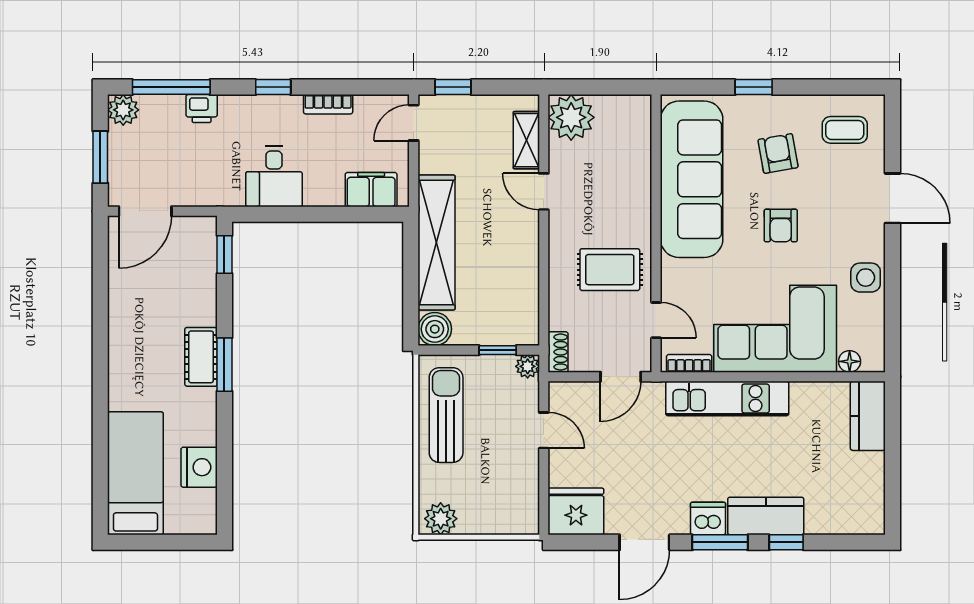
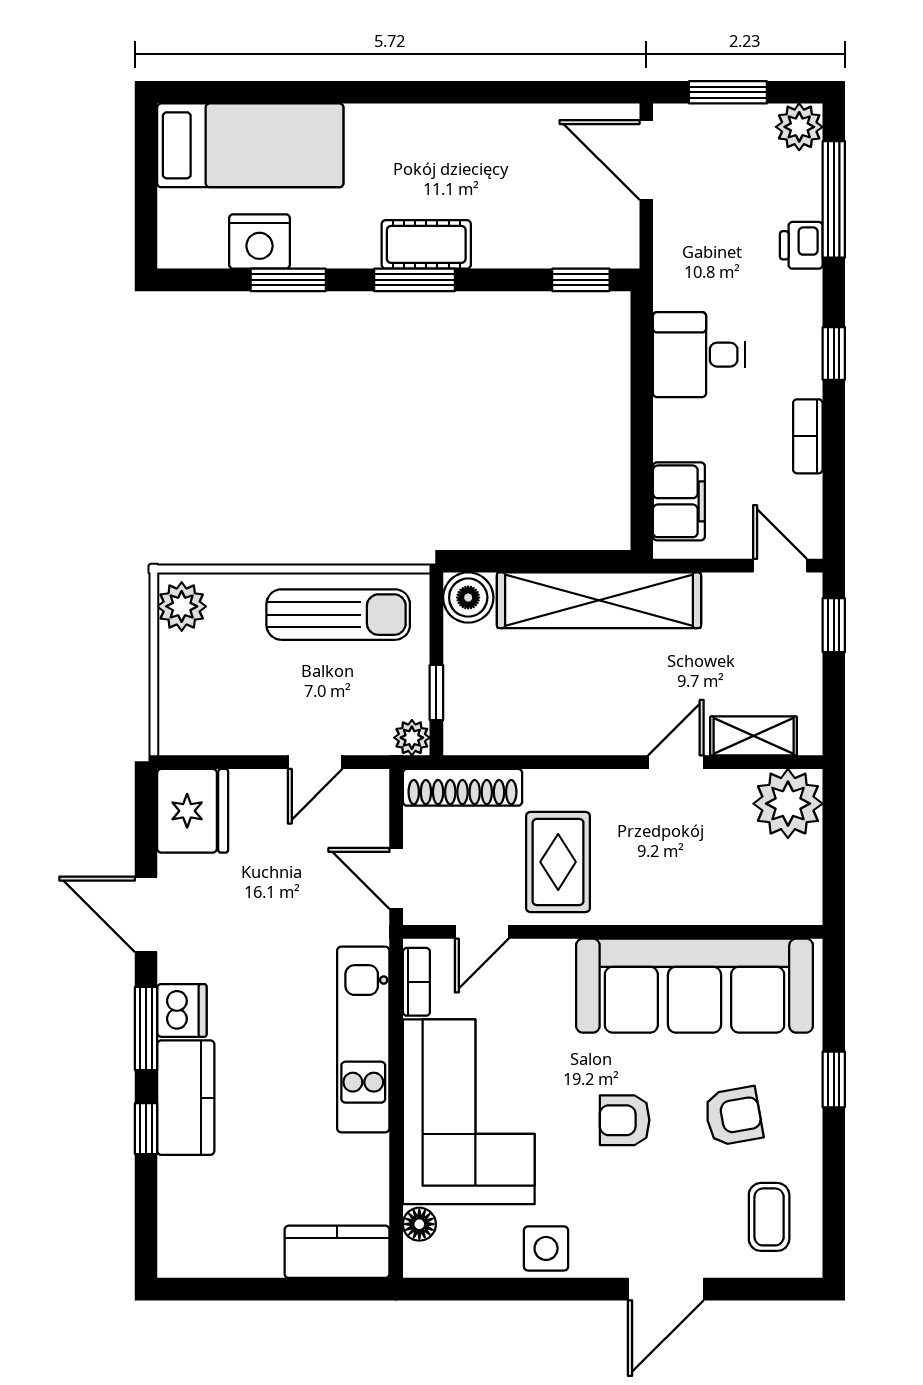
shoe rack: (558, 352) -> (462, 787), width x1.94, depth x1.24
window: (224, 448) -> (288, 280), added

